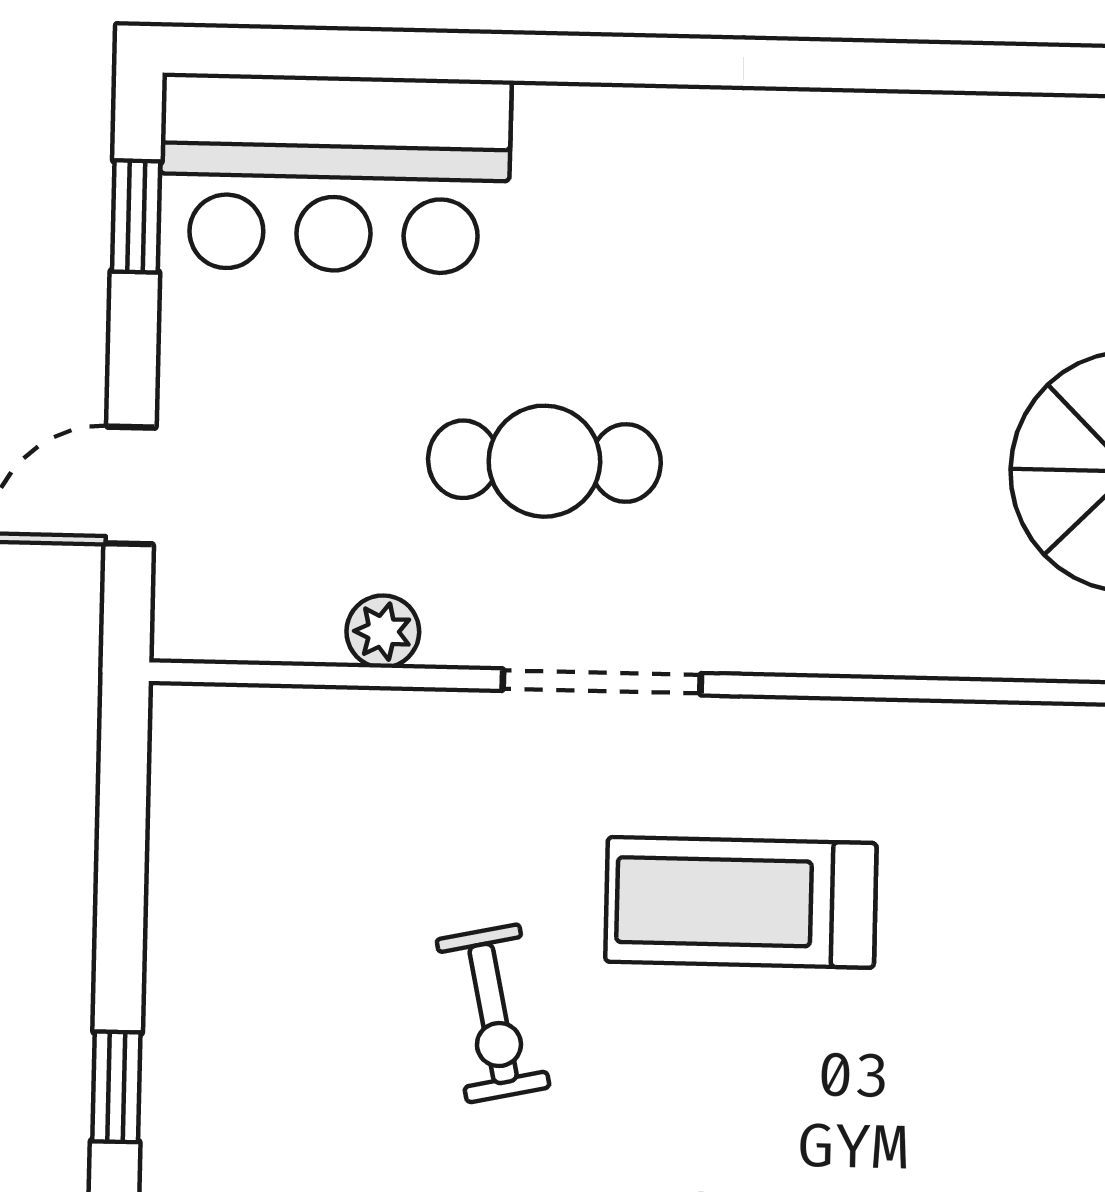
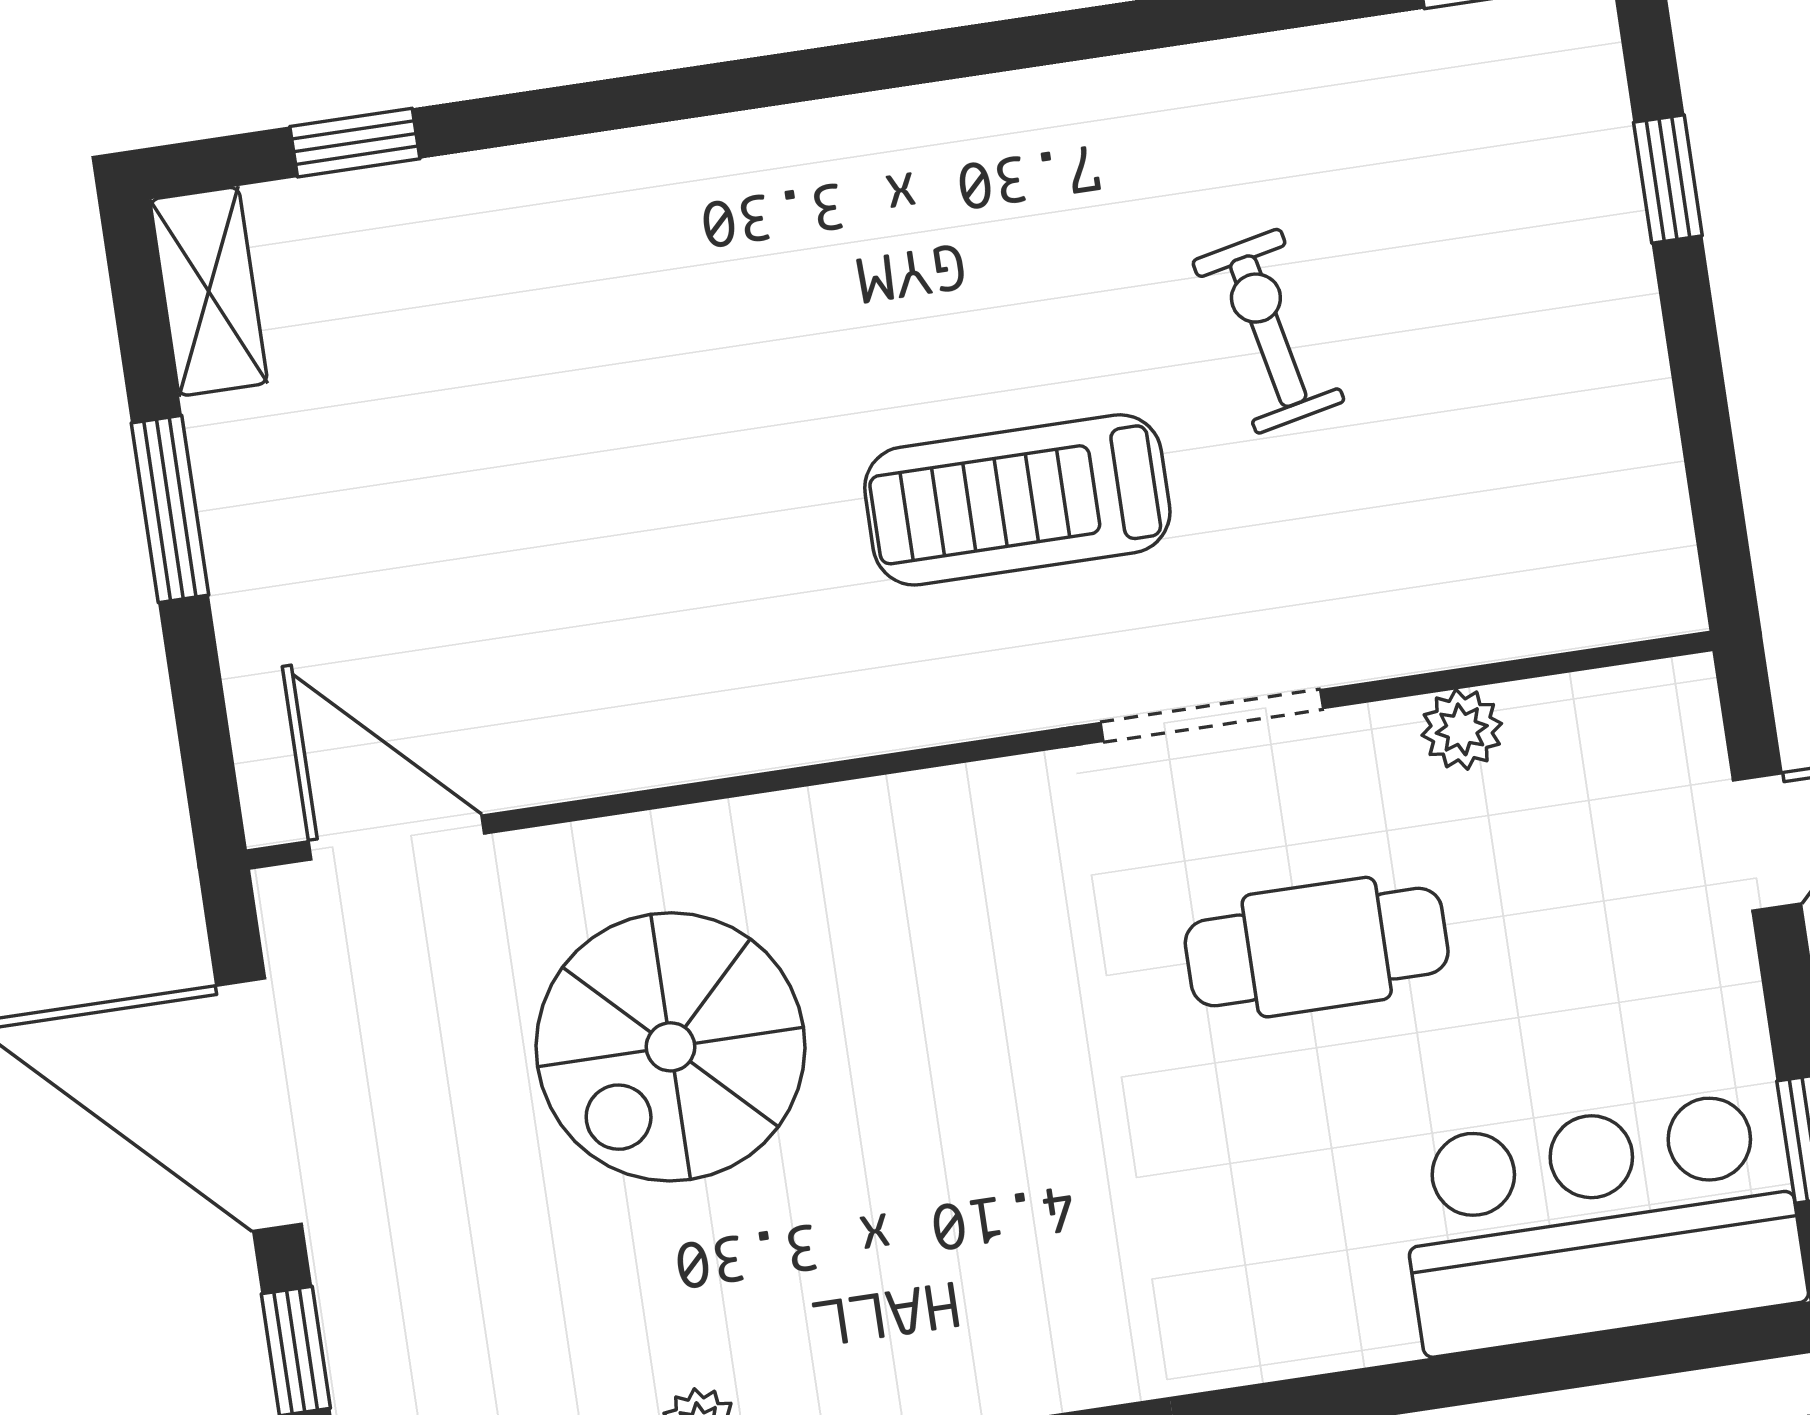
treadmill: (741, 902) -> (1017, 500), turned 180

